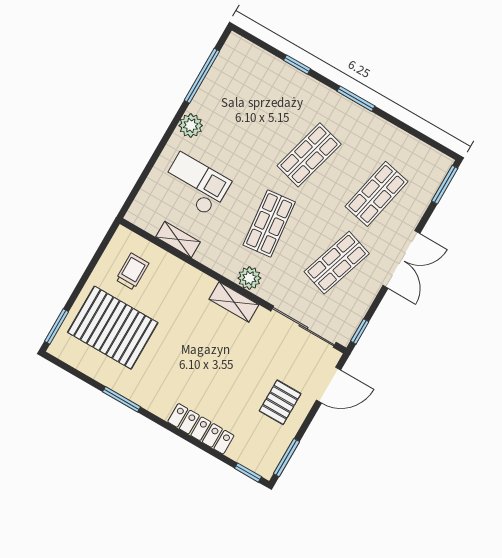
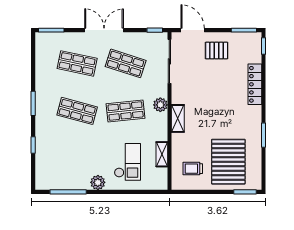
checkout: (196, 184) -> (127, 162), turned 180
shelving: (234, 302) -> (178, 118), moved

